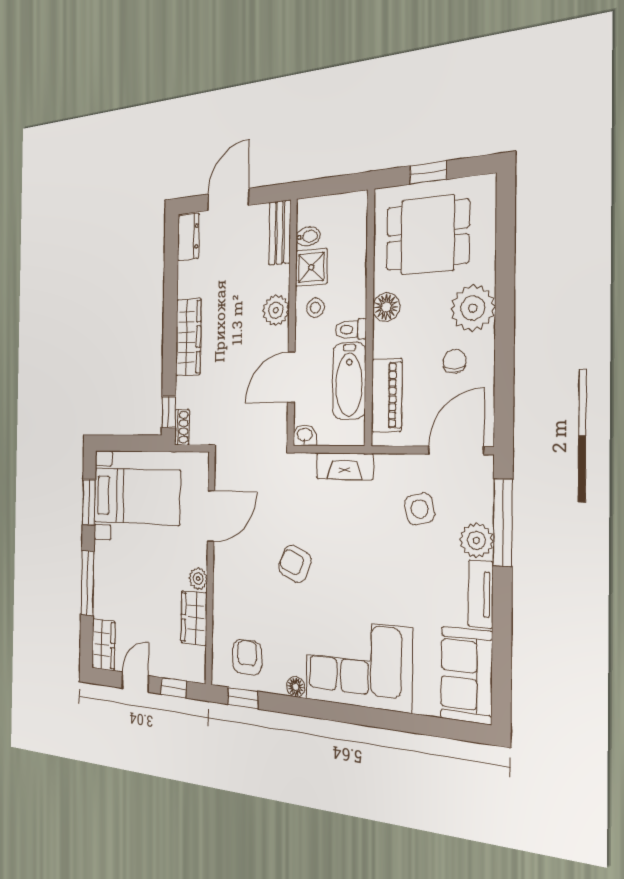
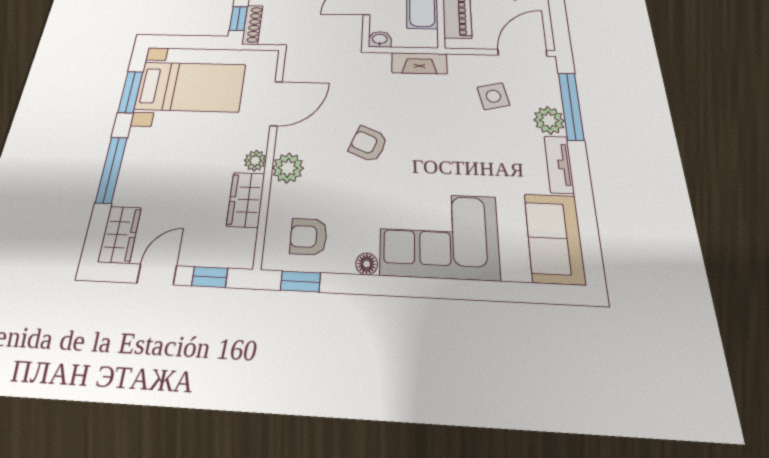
shoe rack: (182, 427) -> (252, 25), width x1.43
plant: (226, 587) -> (288, 168), added
armchair: (247, 657) -> (309, 237), turned -90

